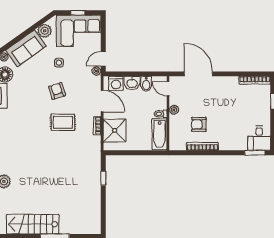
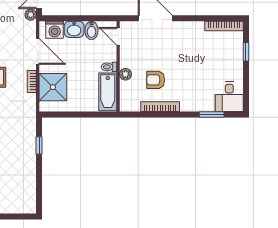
plant: (174, 110) -> (125, 74), moved
window: (255, 153) -> (212, 114), moved

